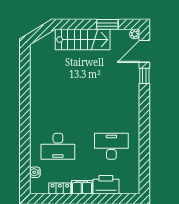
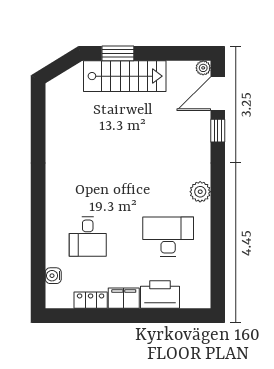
window: (107, 24) -> (118, 53), moved
plant: (133, 116) -> (200, 192), added
desk: (58, 146) -> (88, 237), width x0.73

